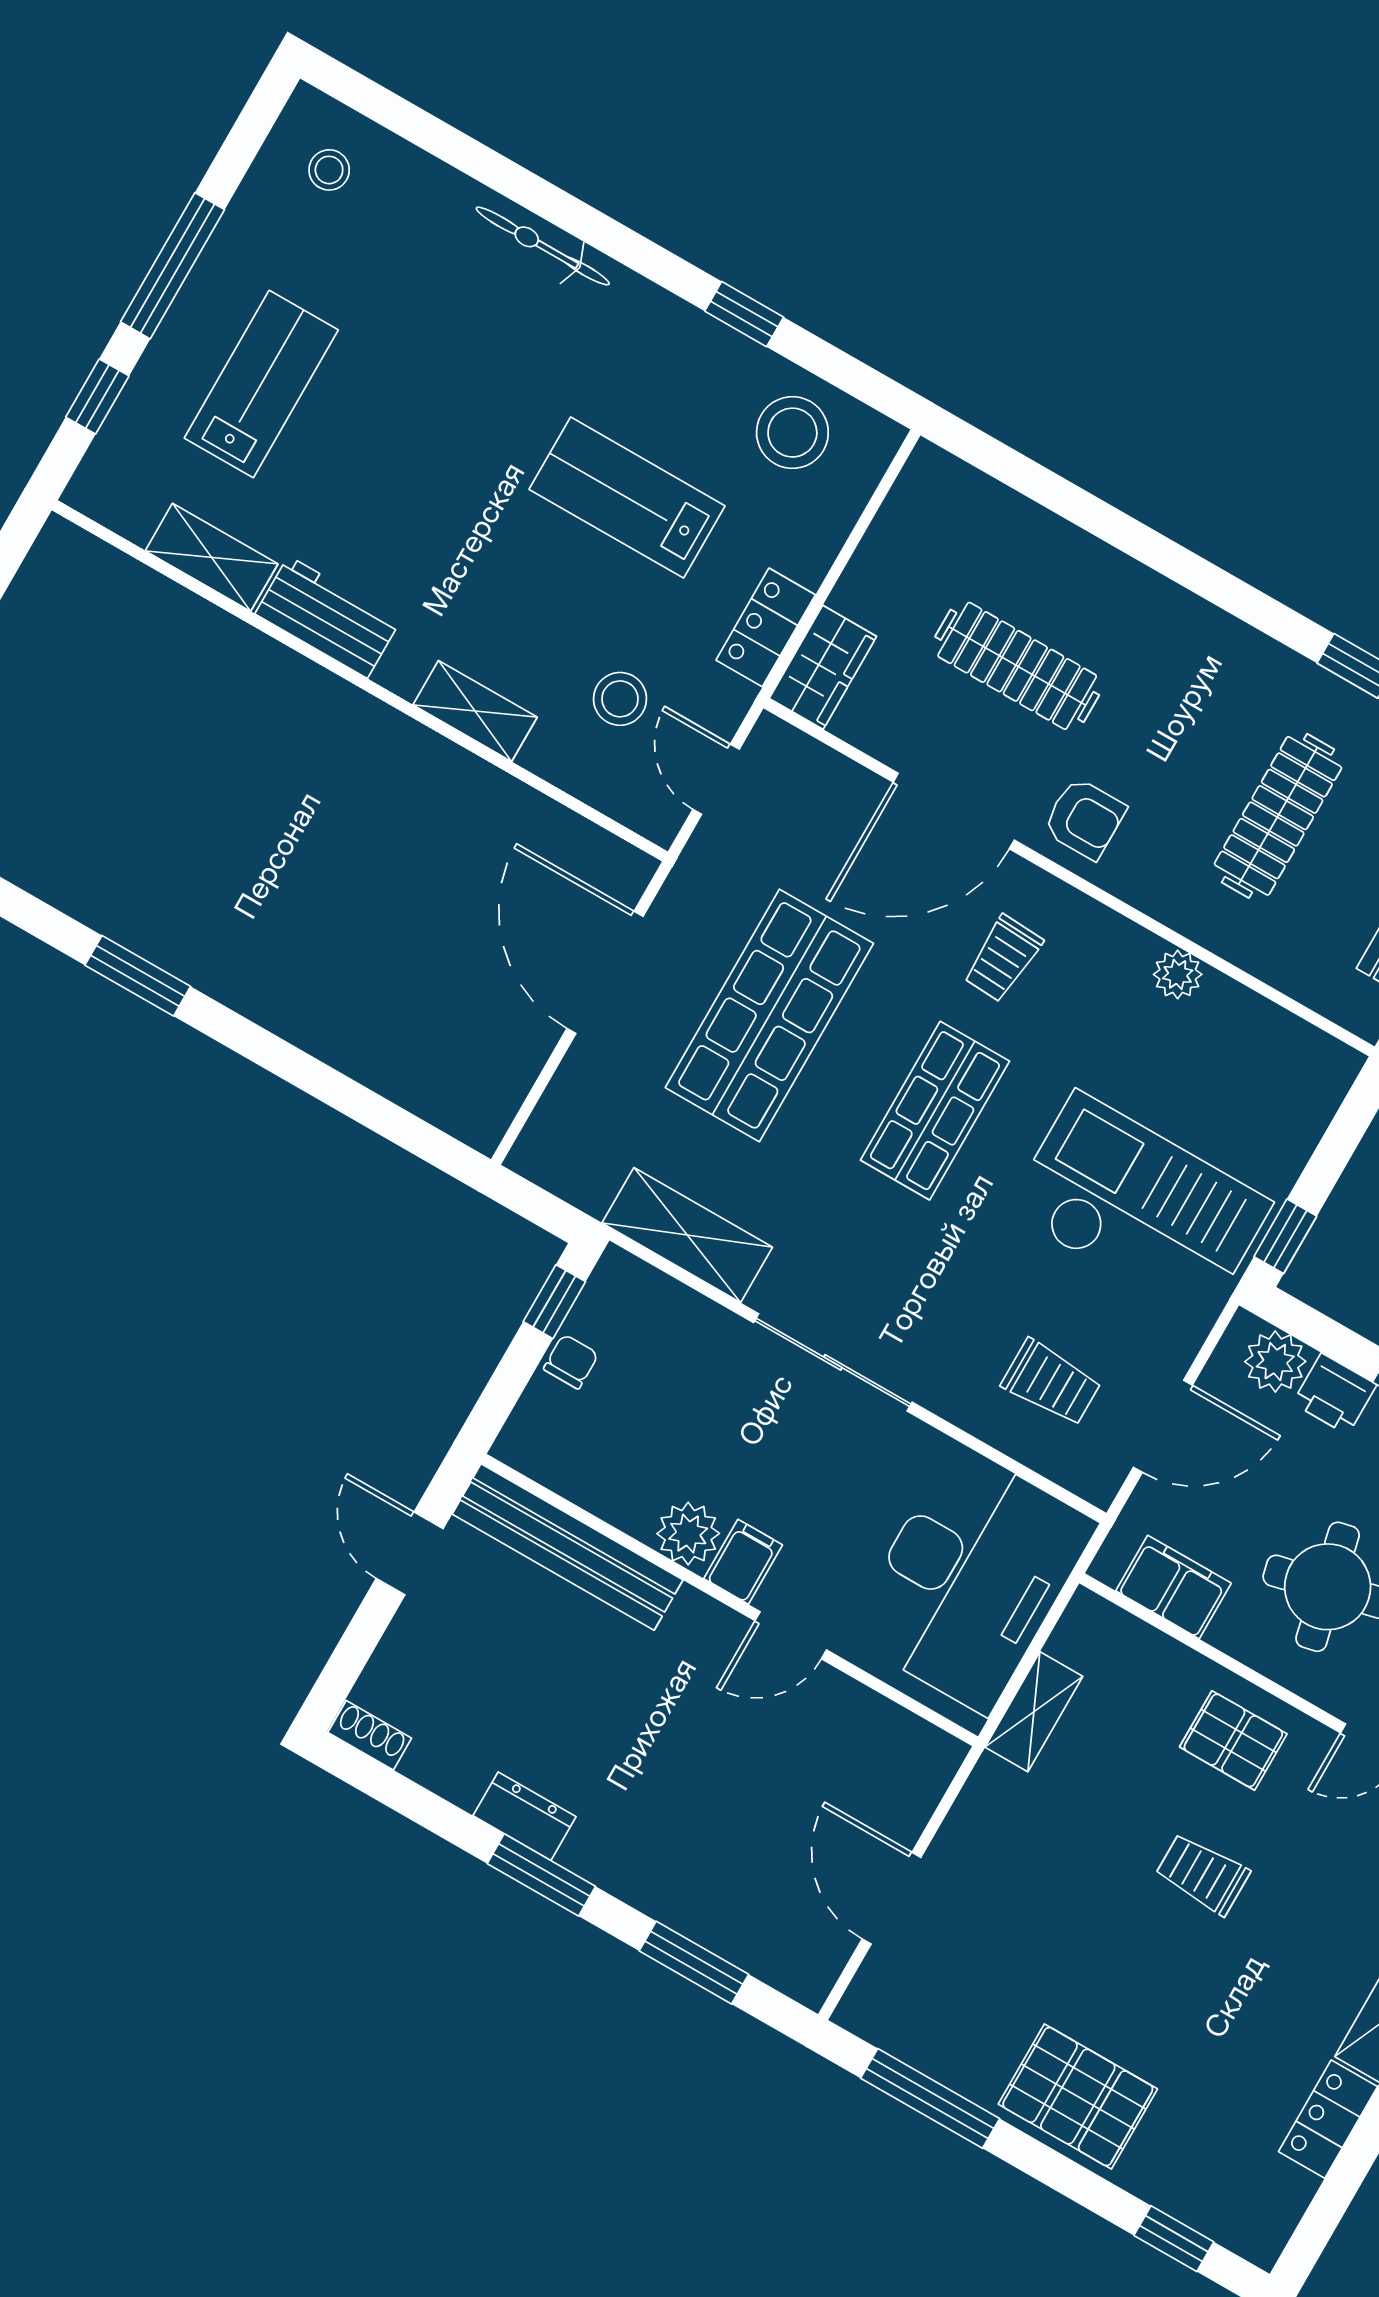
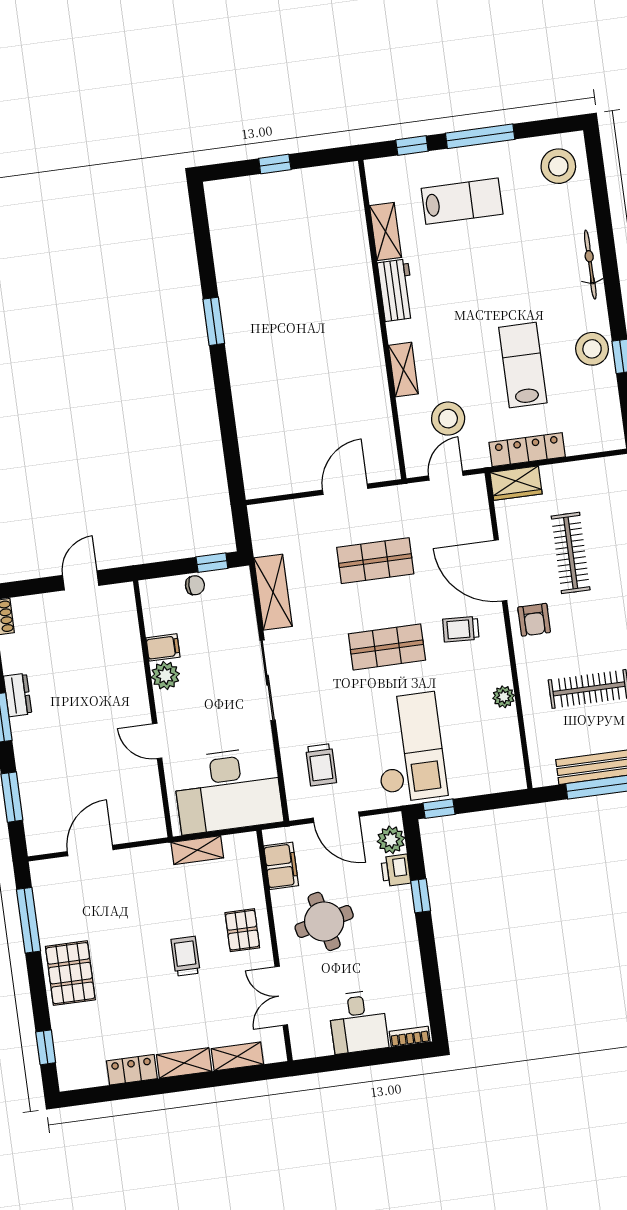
stool: (329, 170) -> (558, 166), width x1.89, depth x1.89
stool: (792, 433) -> (592, 349), moved
locker: (766, 627) -> (527, 450), width x1.53
stool: (620, 699) -> (448, 419), width x1.38, depth x1.38
door: (605, 972) -> (345, 489), width x0.73
shop shelf: (769, 1015) -> (375, 561), width x0.70, depth x0.74
bench: (568, 1547) -> (127, 636), removed
filing cabinet: (743, 1562) -> (163, 647), moved

